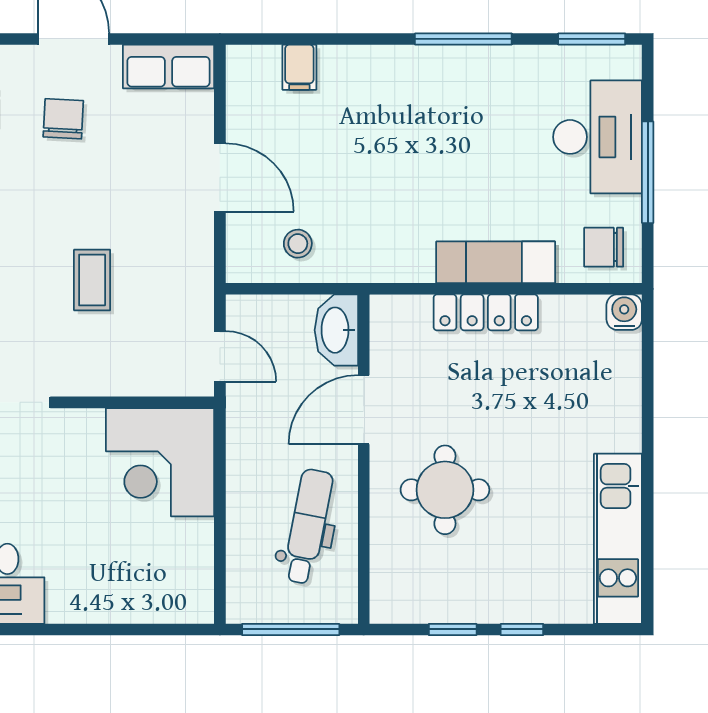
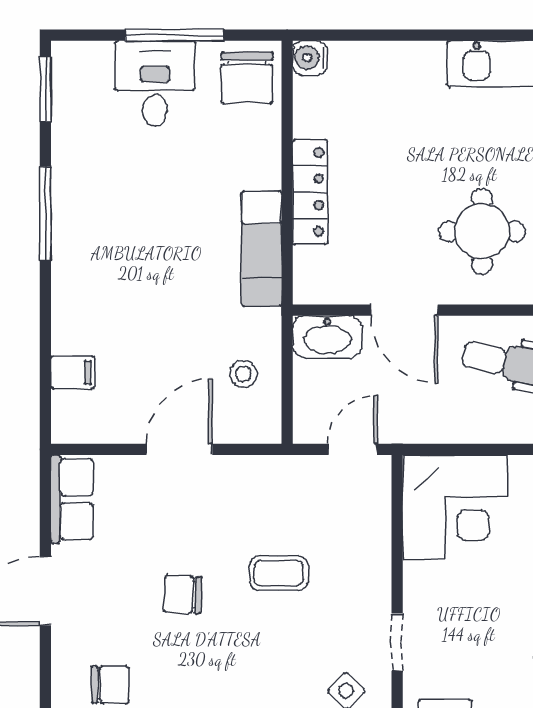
chair: (63, 119) -> (183, 594), moved
desk: (598, 137) -> (155, 84), width x0.73
chair: (604, 247) -> (247, 78), width x1.37, depth x1.37
exam couch: (496, 262) -> (262, 249), moved

